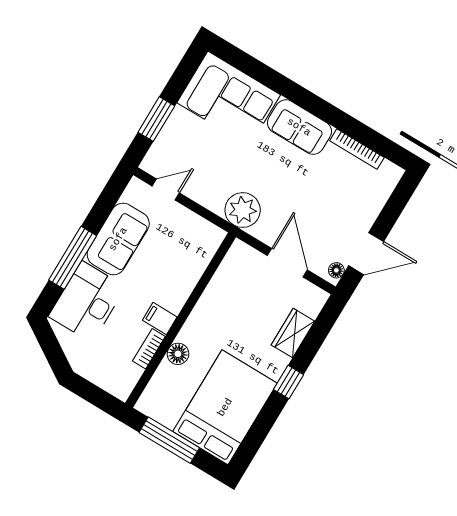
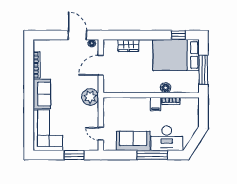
window: (289, 382) -> (178, 35), moved

